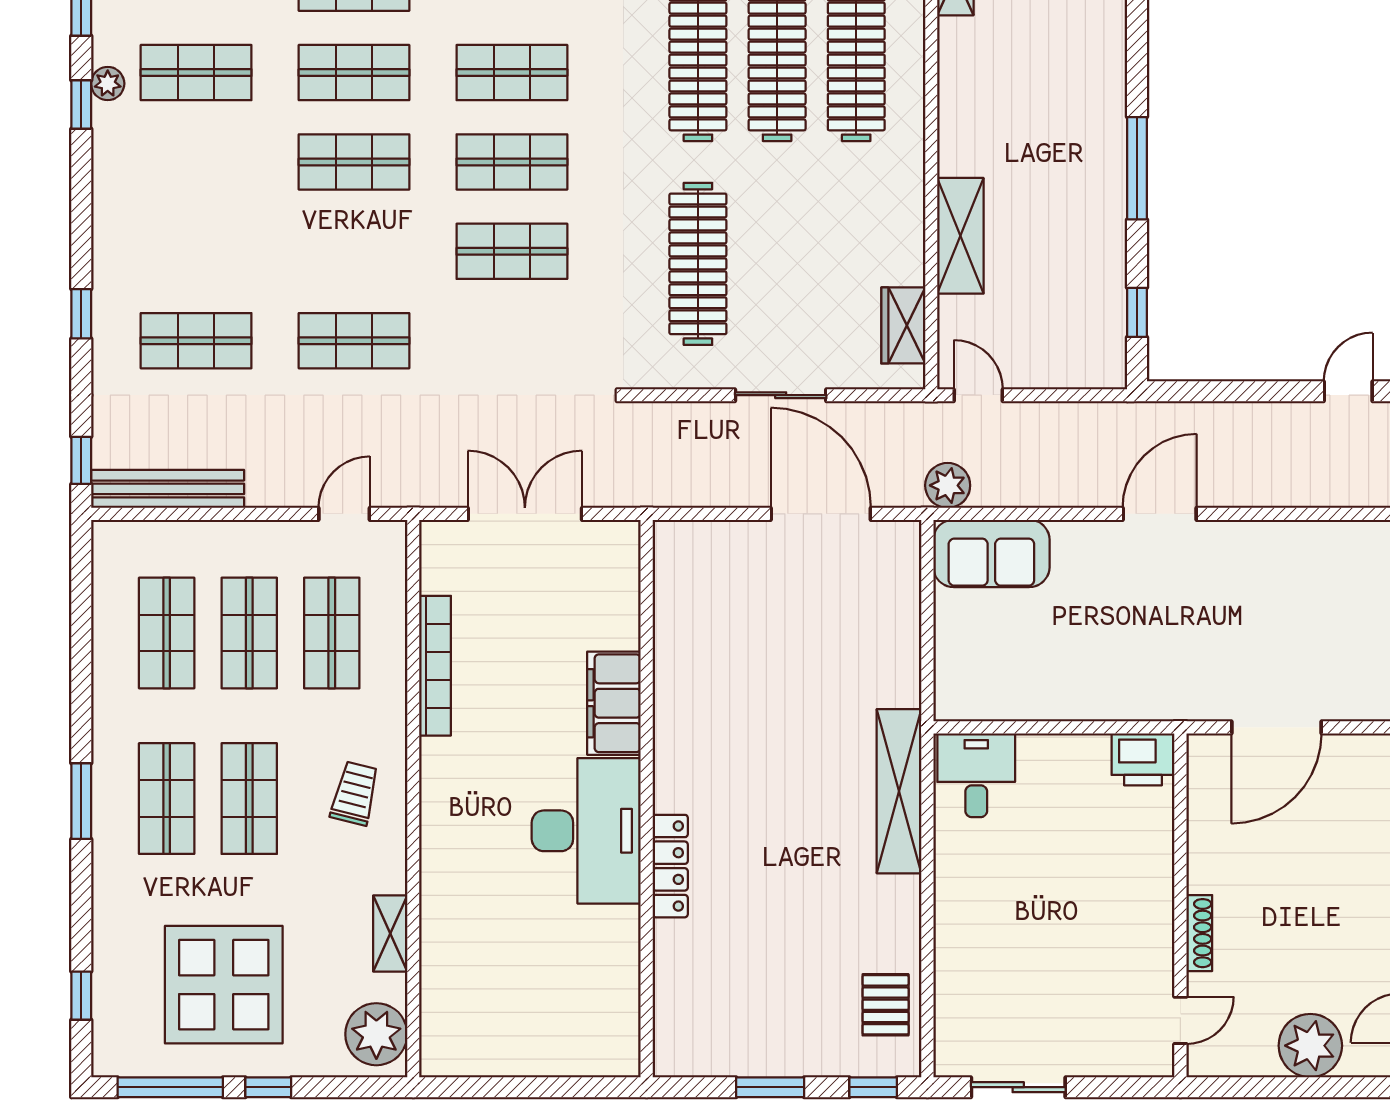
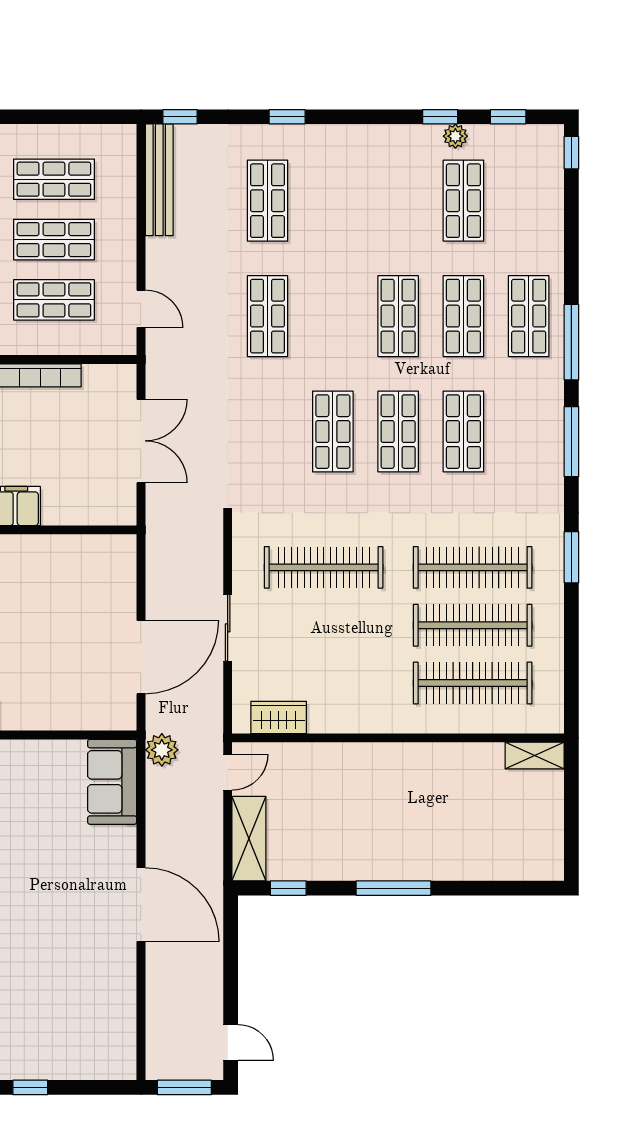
shelving: (960, 236) -> (249, 839), moved, turned 90
door: (1160, 514) -> (141, 905), width x1.36

